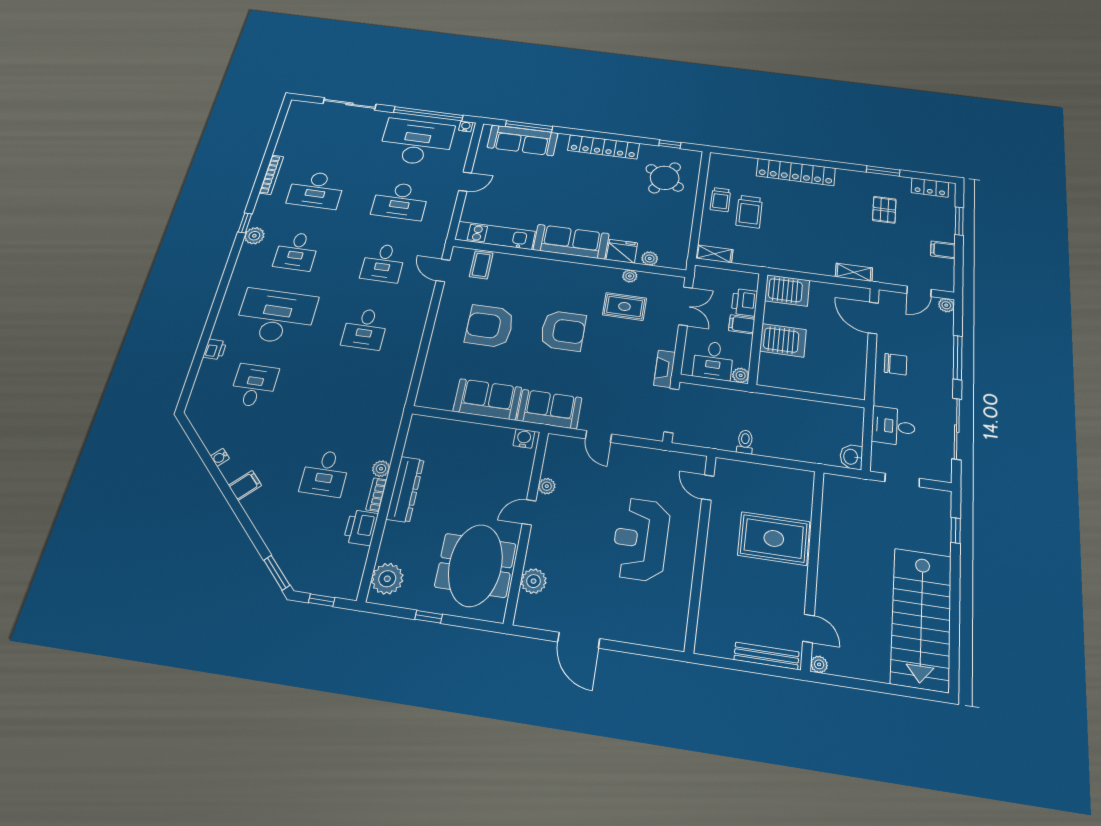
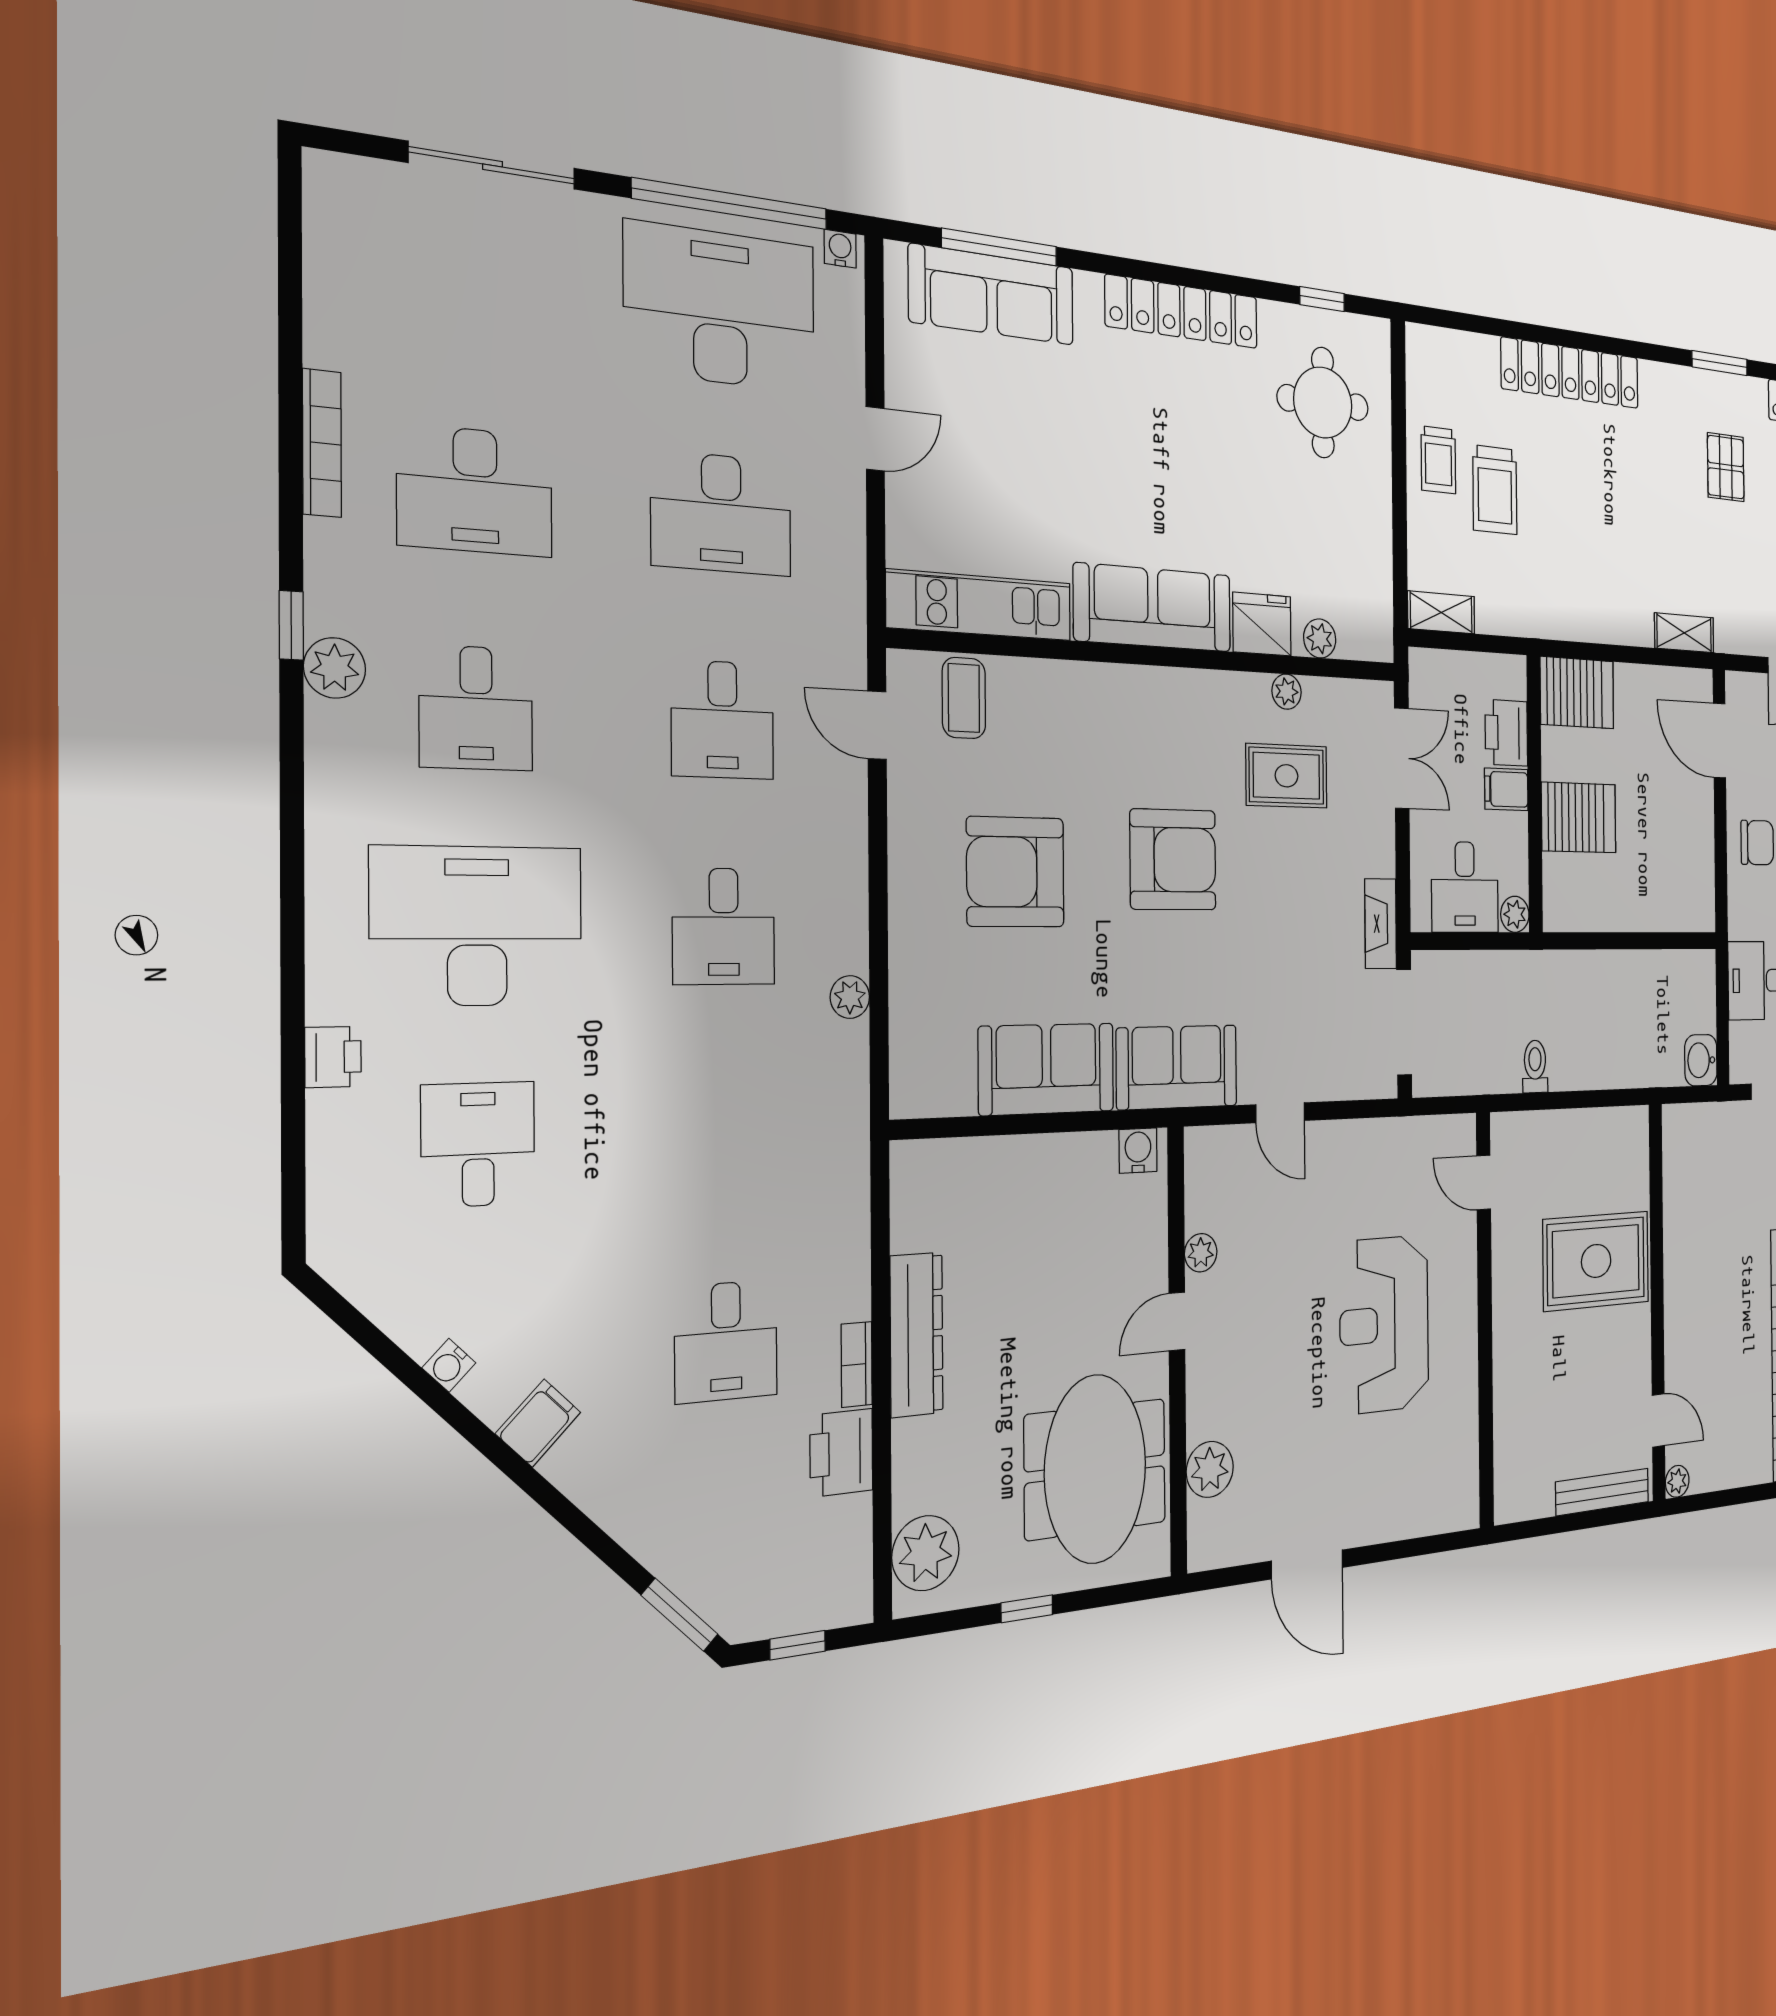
round table: (665, 178) -> (1323, 403), turned -31
plant: (381, 469) -> (850, 997), moved

